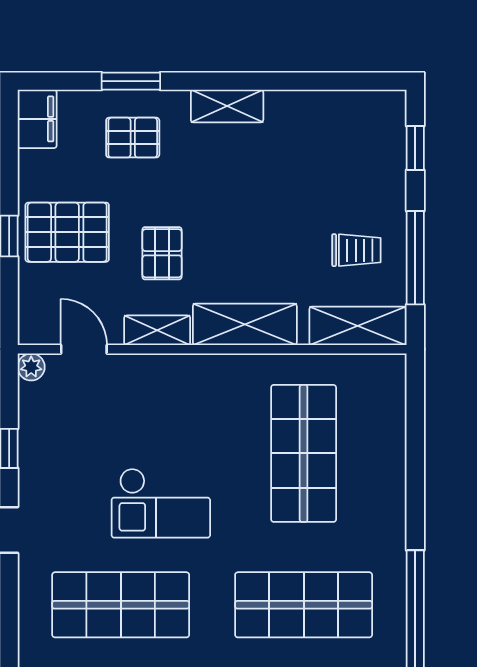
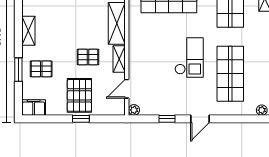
pallet: (133, 138) -> (41, 69), turned 90

